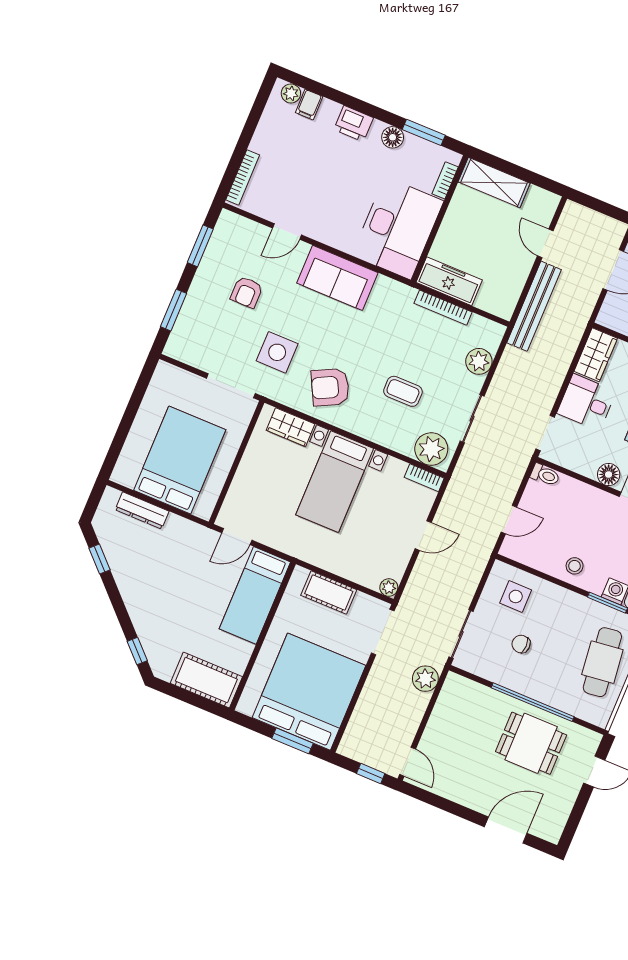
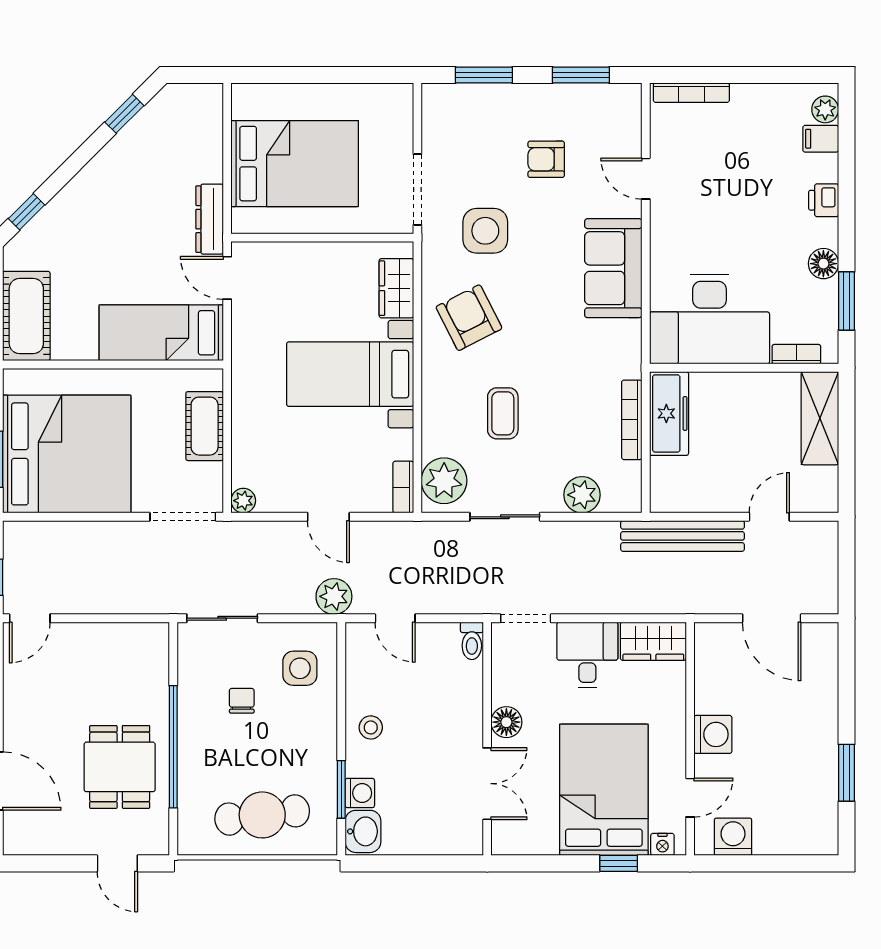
printer: (354, 124) -> (824, 200), width x0.73, depth x0.81
dresser: (142, 511) -> (210, 219), moved
plant: (425, 679) -> (334, 596), moved

